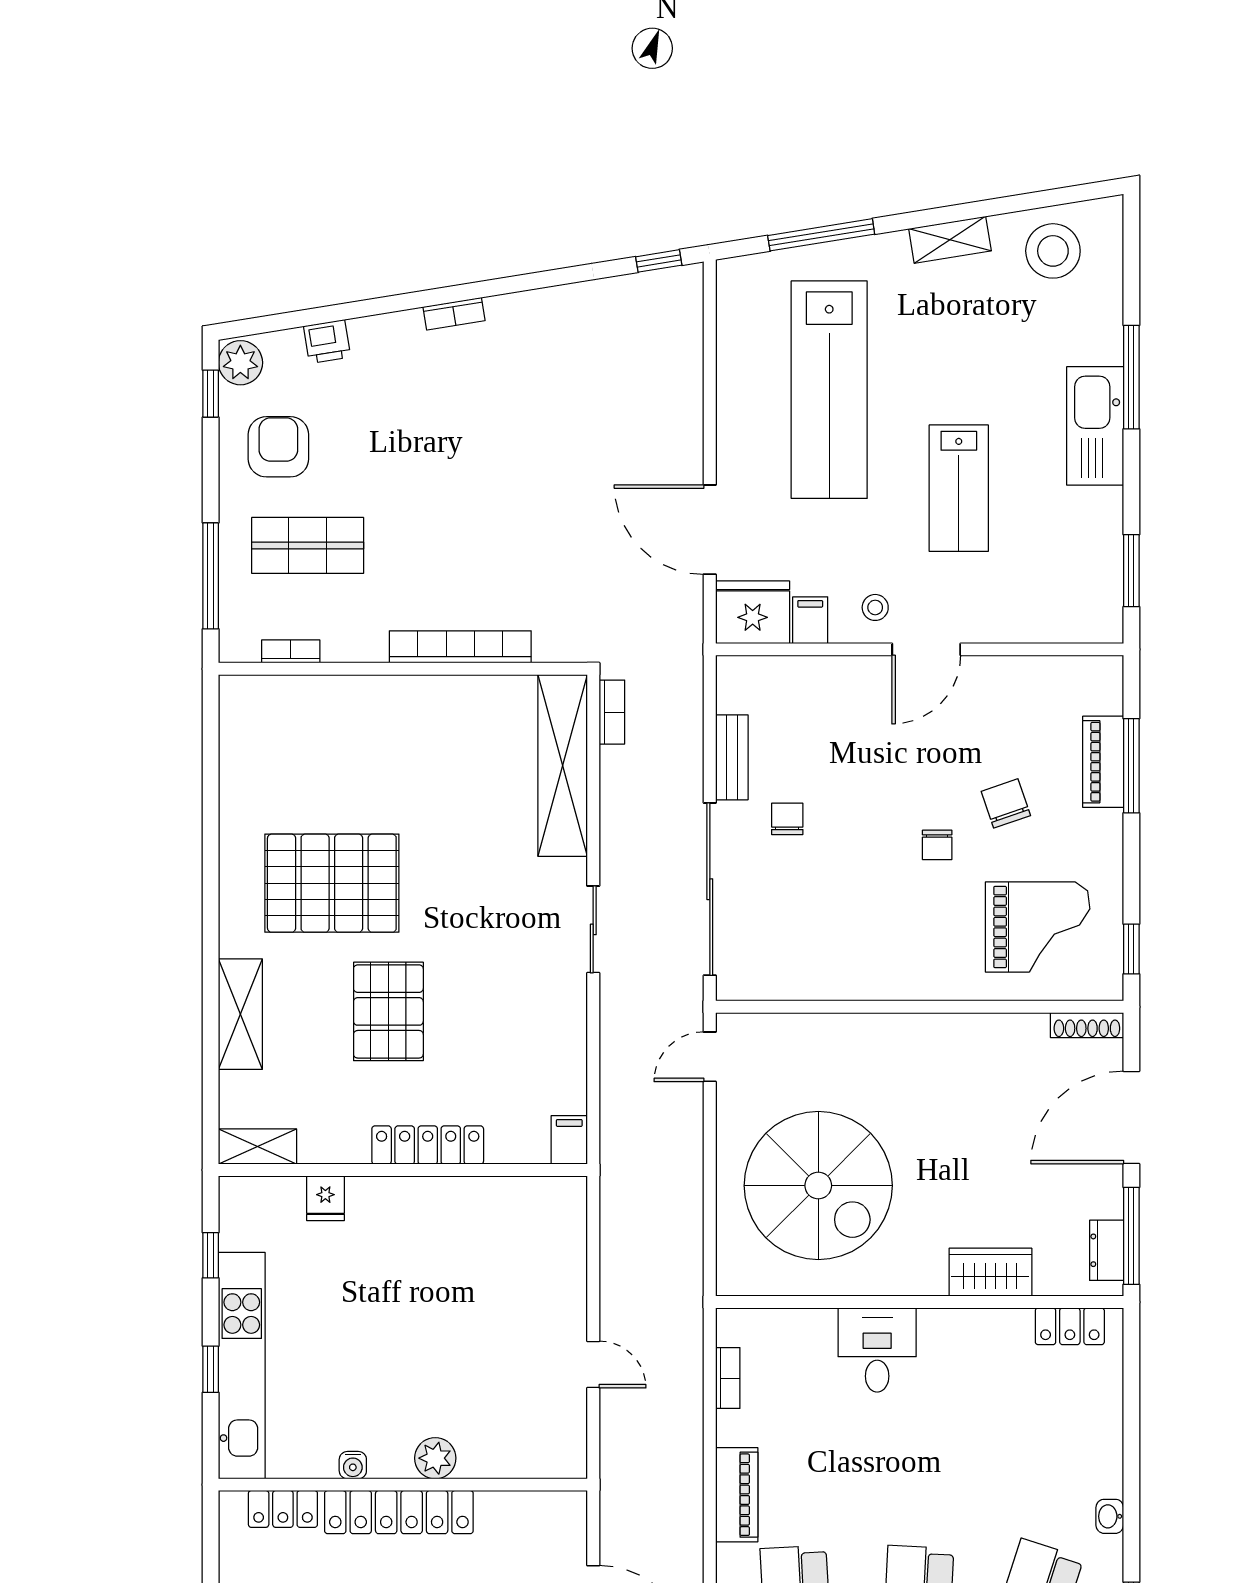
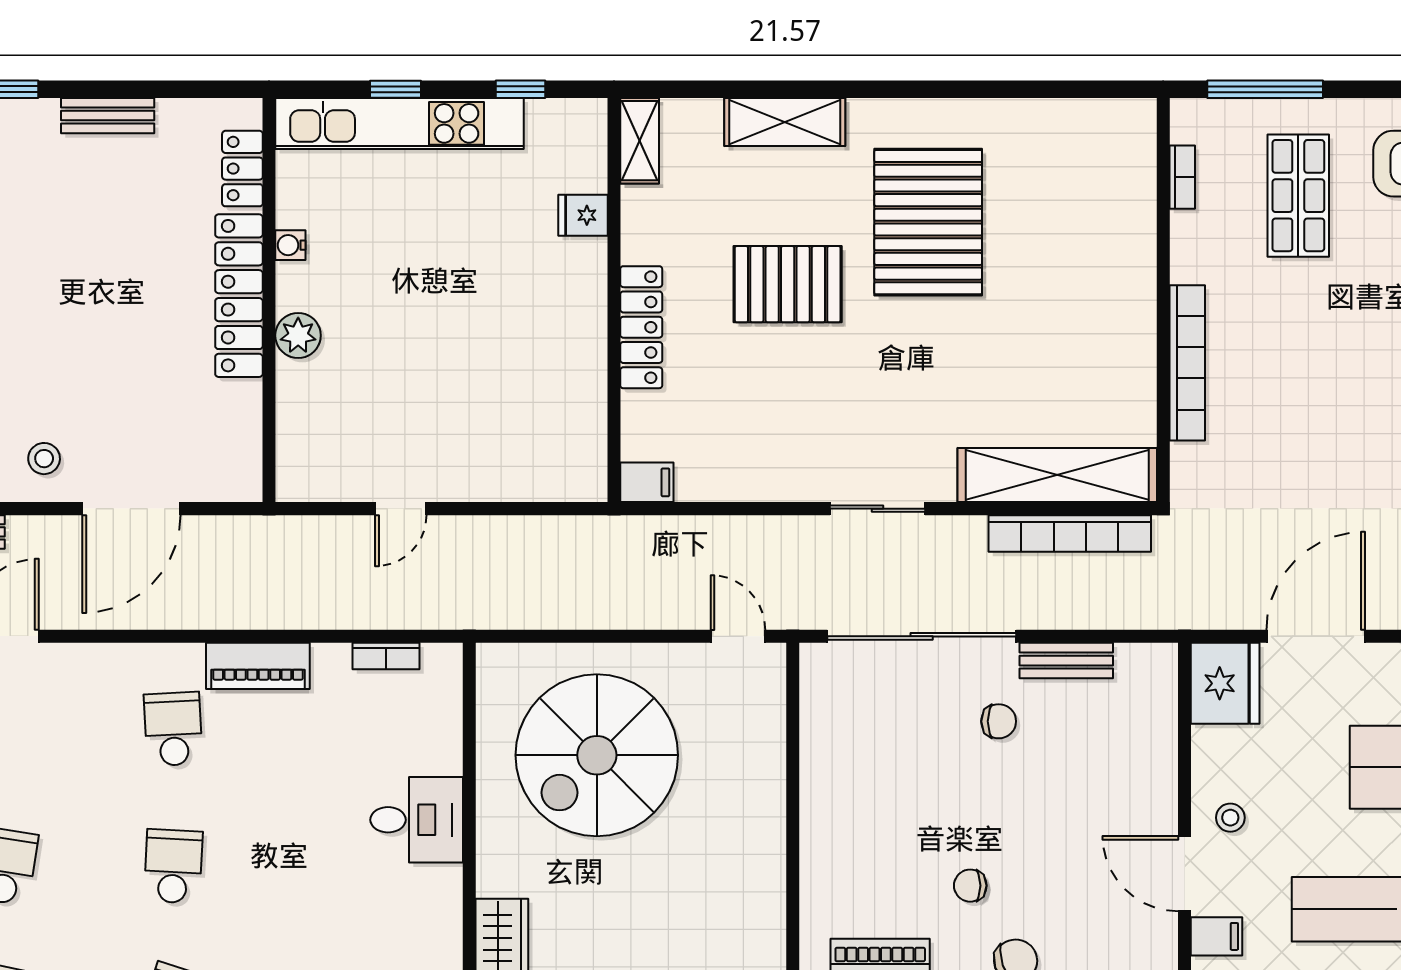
filing cabinet: (810, 620) -> (1216, 936), moved
bookcase: (612, 712) -> (1070, 533), width x2.31, depth x1.31

